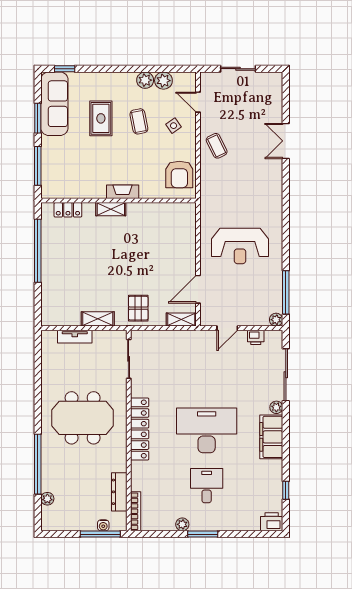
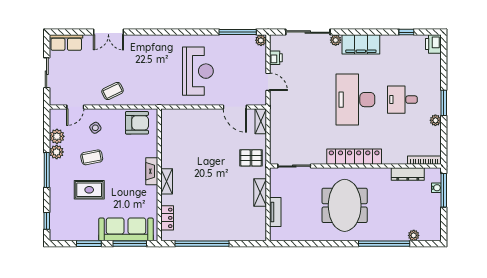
window: (124, 69) -> (47, 170), added
row of seats: (273, 92) -> (66, 43), added
sofa: (54, 104) -> (126, 229), moved

